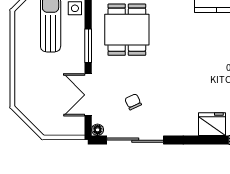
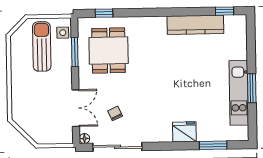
window: (88, 46) -> (75, 52), moved
double door: (88, 95) -> (76, 108), swing flipped

